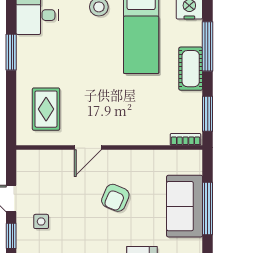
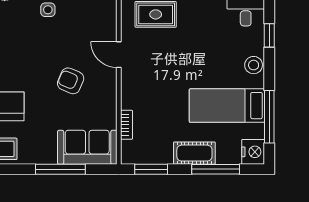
bookcase: (185, 139) -> (127, 125), moved
sofa: (185, 206) -> (87, 147), moved

